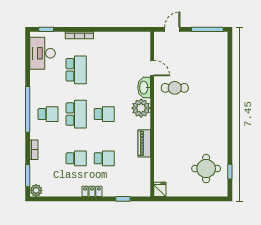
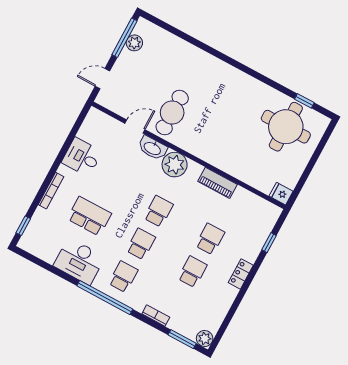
door: (172, 29) -> (102, 79), hinge flipped
plant: (208, 38) -> (134, 43), added
desk: (113, 44) -> (82, 157), added
desk: (43, 53) -> (79, 261), moved
cafe table: (175, 88) -> (172, 113), width x1.37, depth x1.35
school desk: (76, 114) -> (141, 244), width x0.54
round table: (206, 169) -> (286, 127), width x1.36, depth x1.36

